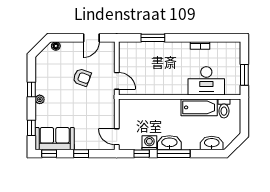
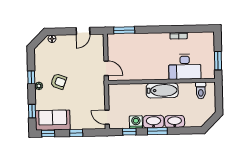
window: (153, 38) -> (124, 30), moved
armchair: (82, 77) -> (59, 81), moved
bathtub: (199, 107) -> (162, 90), moved
washbasin: (212, 143) -> (175, 122), moved
window: (174, 154) -> (157, 131), width x0.69

